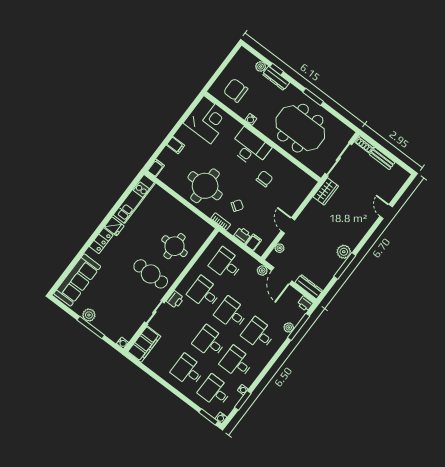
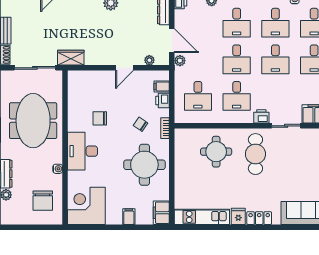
filing cabinet: (156, 168) -> (161, 213), width x2.00
door: (282, 276) -> (172, 41), hinge flipped

